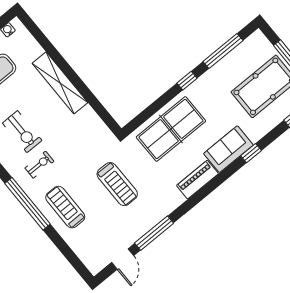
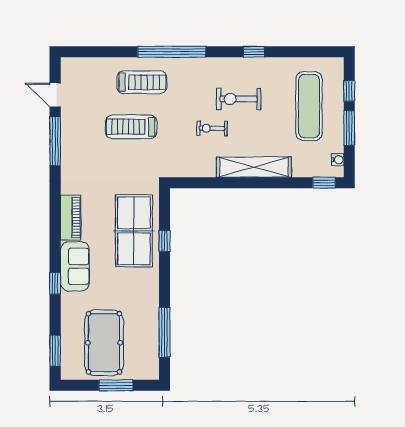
window: (31, 26) -> (324, 183), added
window: (187, 81) -> (165, 241), moved
exercise bike: (39, 165) -> (212, 128), moved, turned 91
treadmill: (117, 184) -> (131, 127), moved

